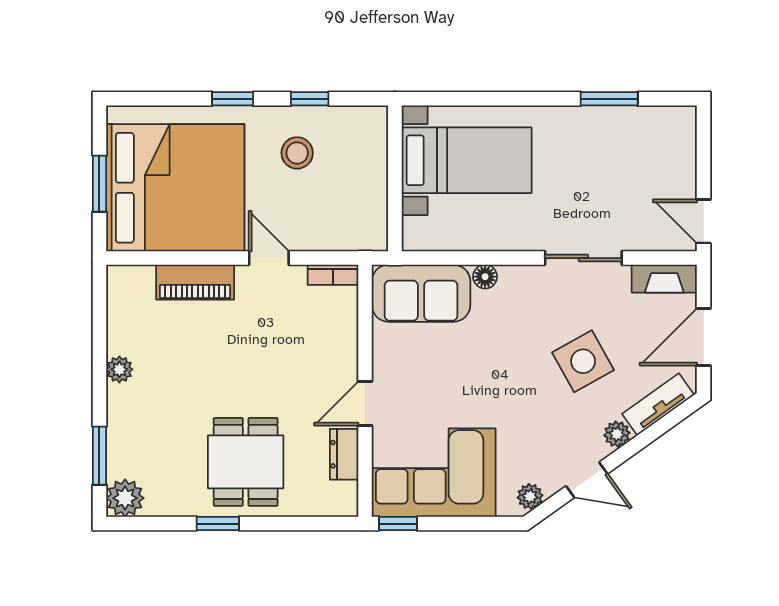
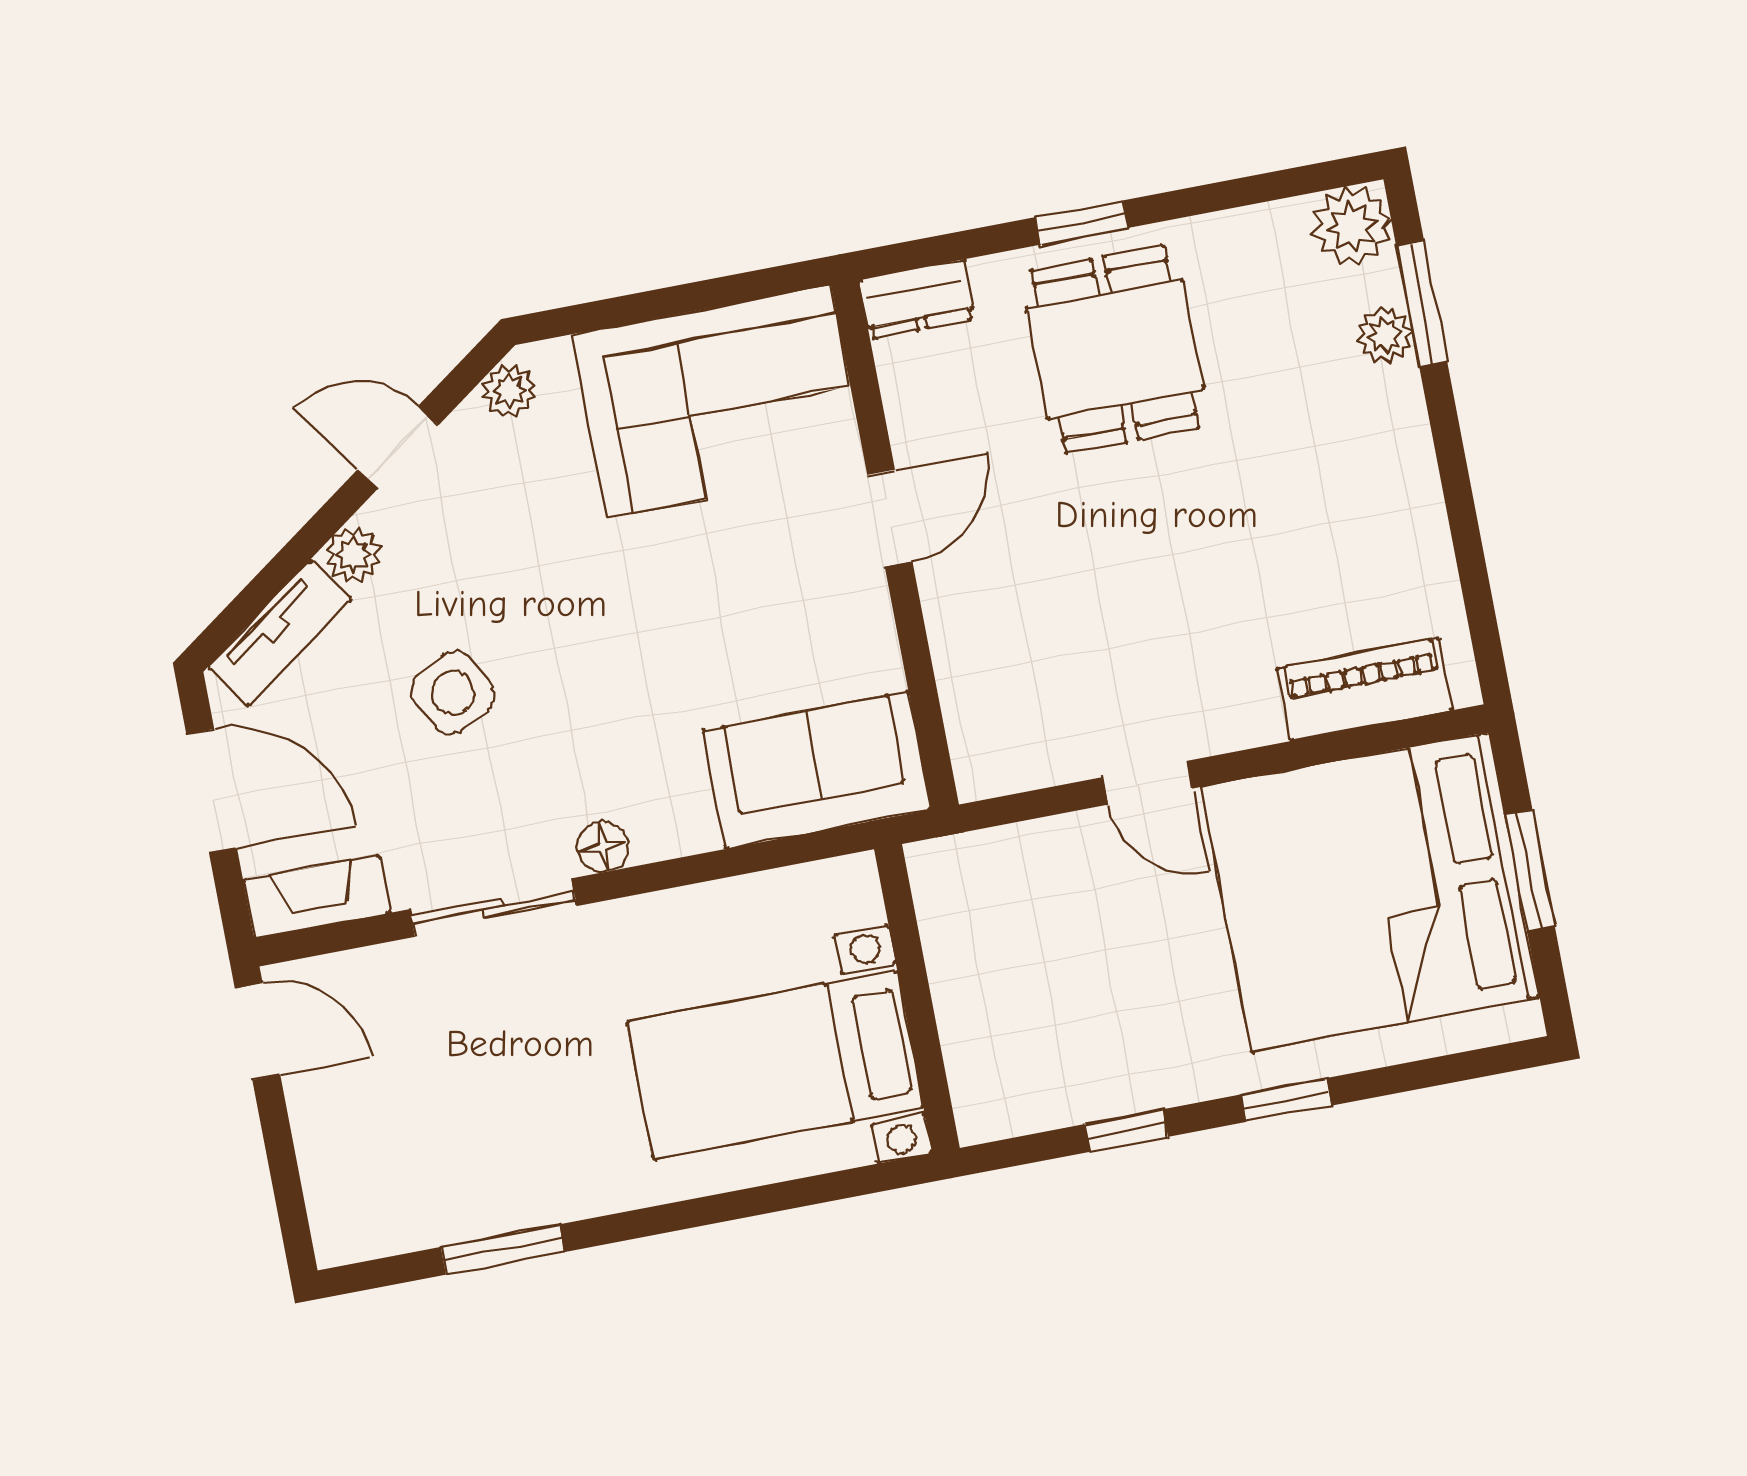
stool: (297, 153) -> (1131, 1013), removed
bookcase: (333, 275) -> (1008, 773), removed
floor lamp: (485, 277) -> (603, 847), moved
piano: (195, 282) -> (1365, 689), moved
door: (704, 337) -> (212, 791), hinge flipped
side table: (583, 361) -> (453, 693), width x0.73, depth x0.73
plant: (119, 369) -> (1385, 335), moved
dresser: (344, 454) -> (917, 299), moved, turned 90
window: (218, 524) -> (1082, 223), moved
window: (398, 524) -> (774, 281), removed

